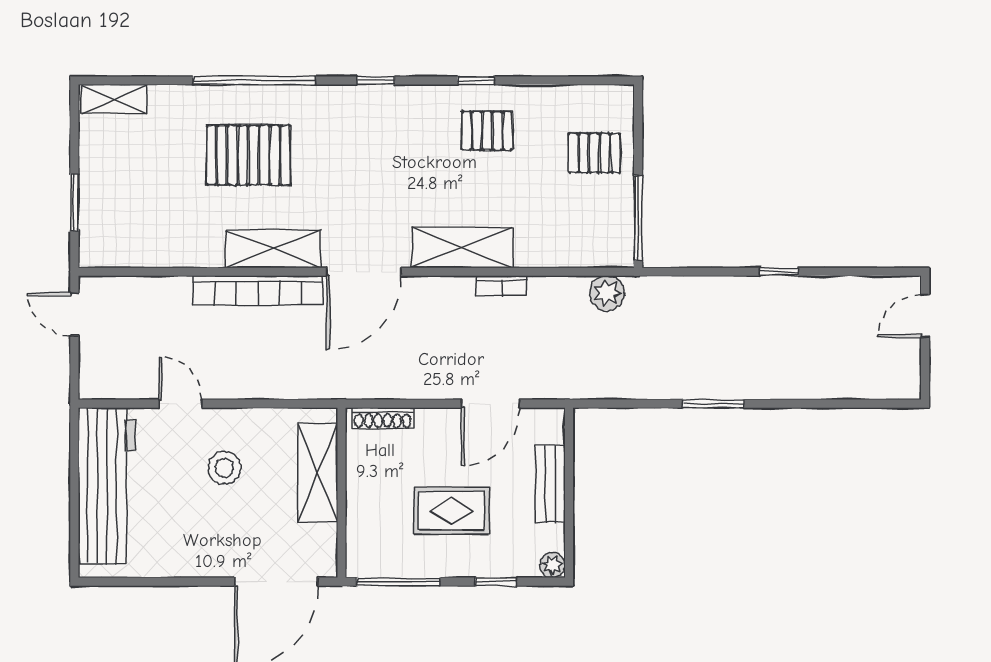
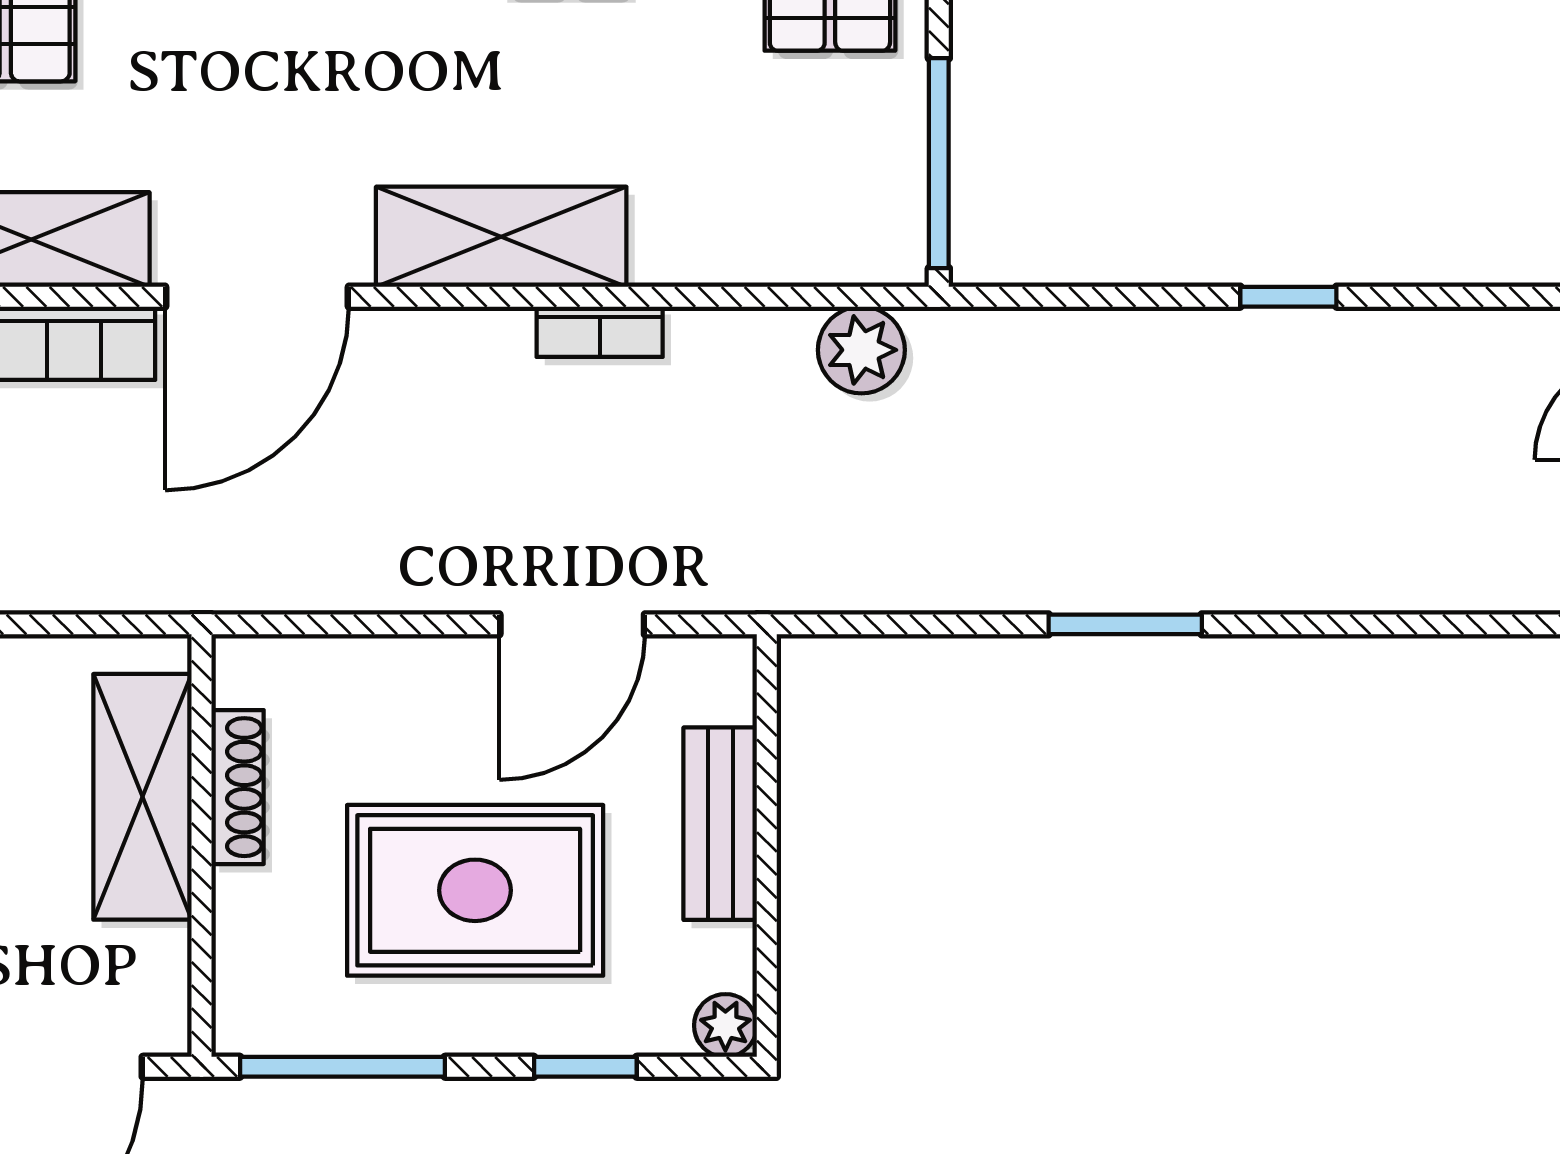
shoe rack: (383, 418) -> (237, 787), moved, turned -90
rug: (452, 511) -> (475, 890), width x1.36, depth x1.43

